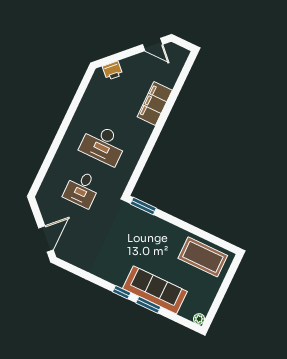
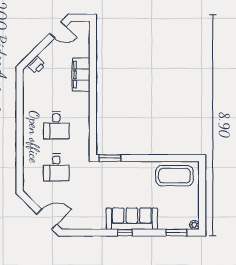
desk: (103, 144) -> (56, 125), width x0.73
door: (46, 239) -> (47, 219), hinge flipped
sofa: (155, 290) -> (132, 219), moved
window: (148, 305) -> (176, 233), moved

